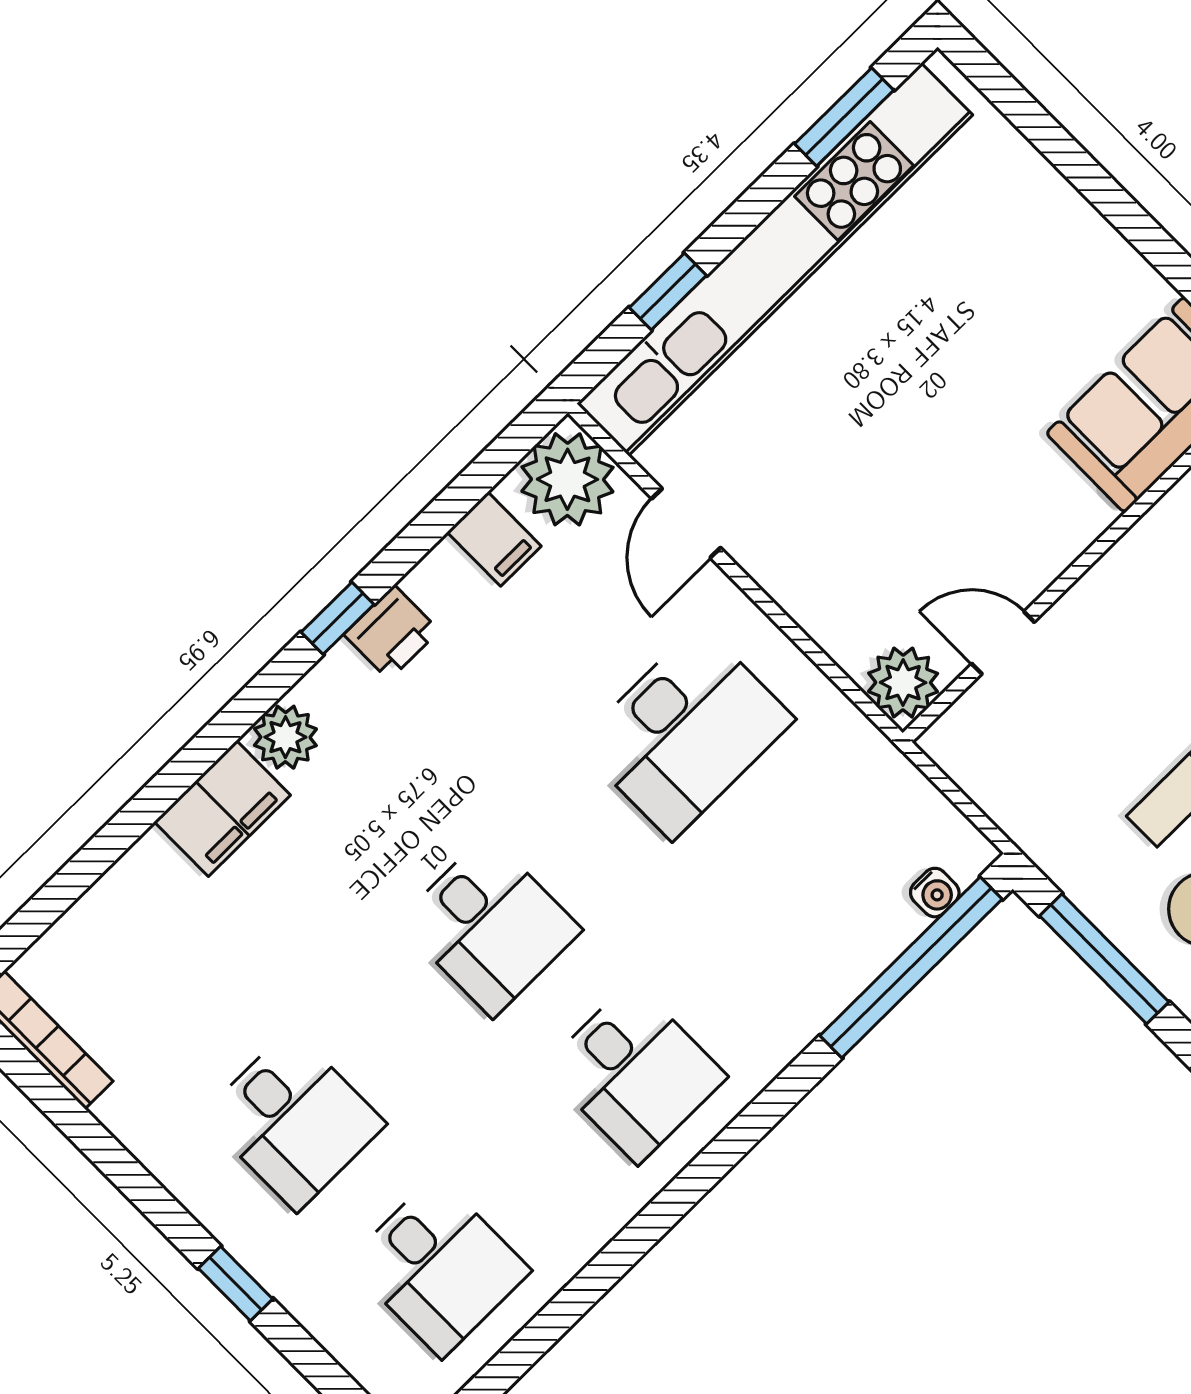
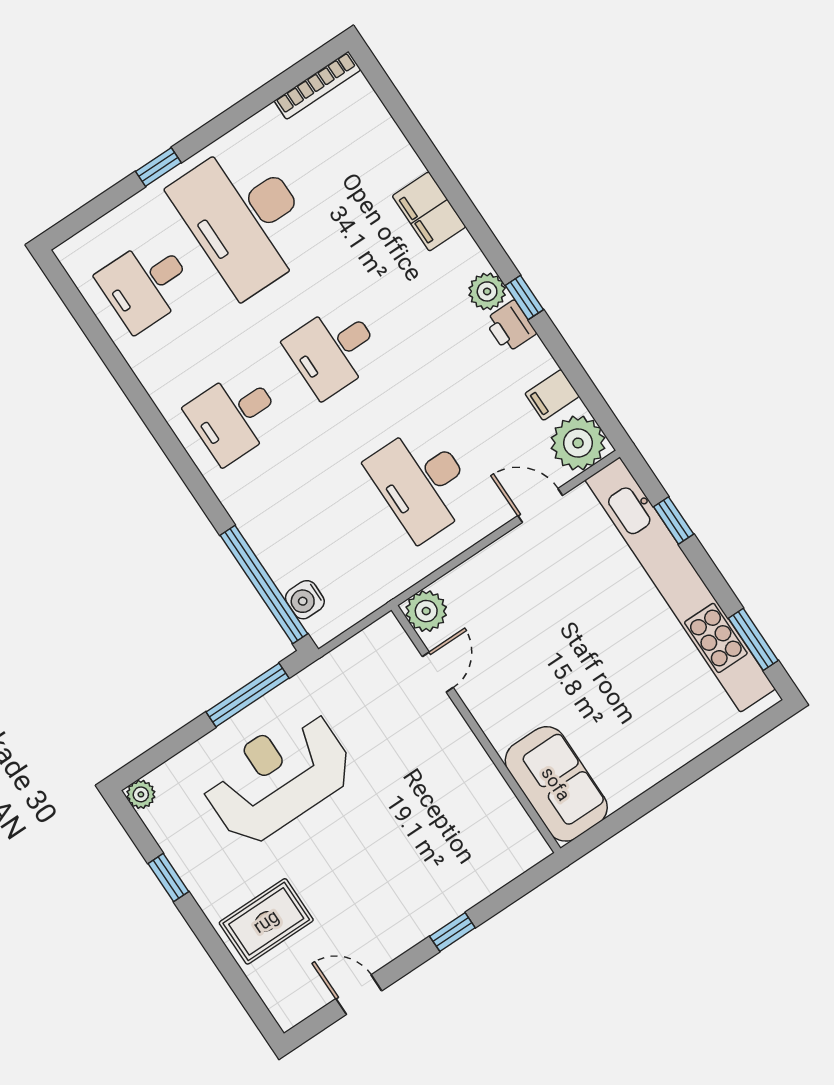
plant: (285, 737) -> (487, 291), moved
water cooler: (935, 893) -> (305, 600), width x1.38, depth x1.38
desk: (294, 1120) -> (245, 218), width x1.87, depth x1.30

